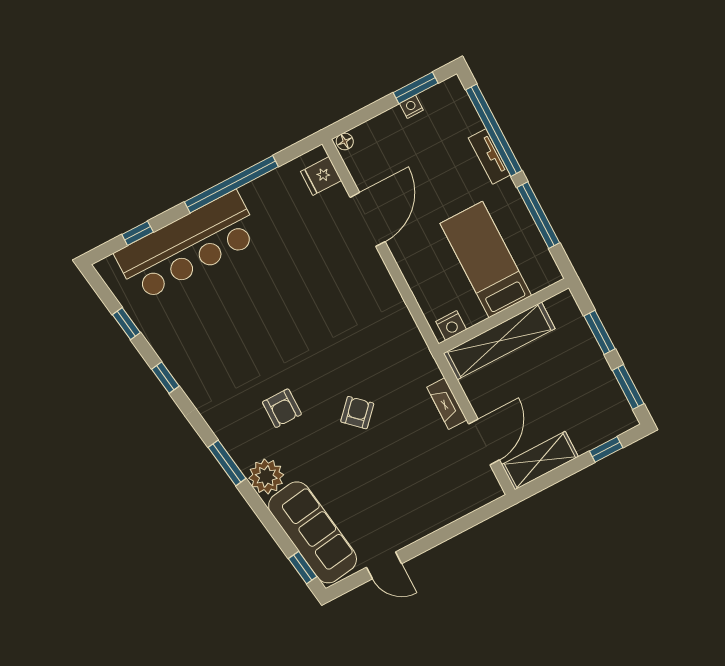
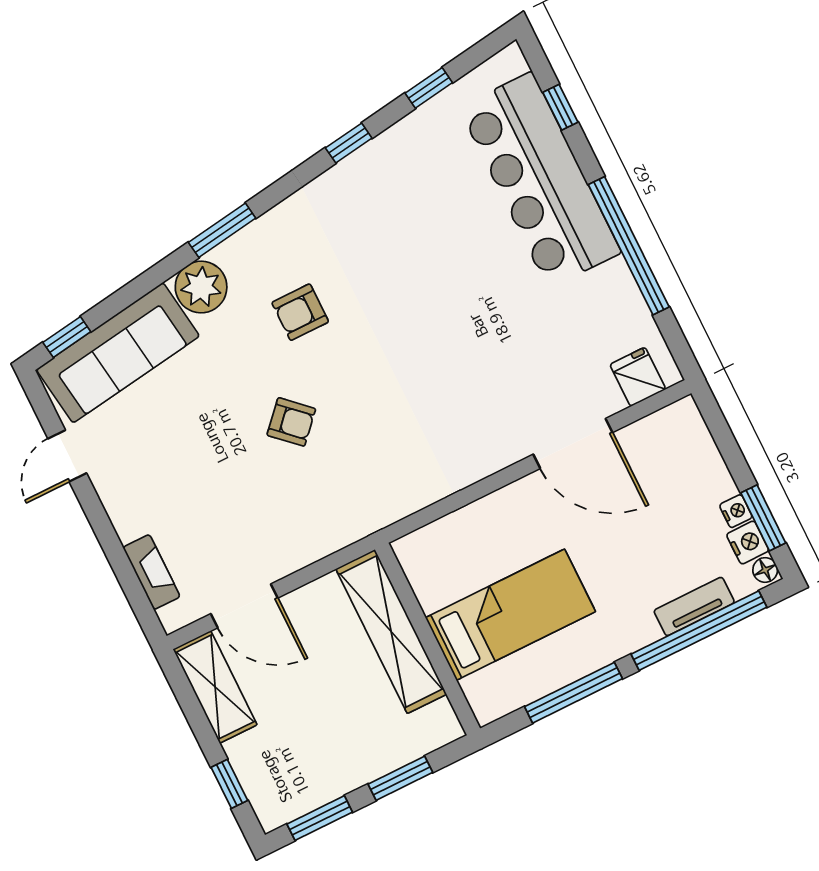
floor lamp: (345, 141) -> (765, 570), moved
tv unit: (489, 156) -> (694, 607), moved
nightstand: (451, 326) -> (748, 542), moved, turned 180
fireplace: (447, 404) -> (152, 572), moved, turned 90

